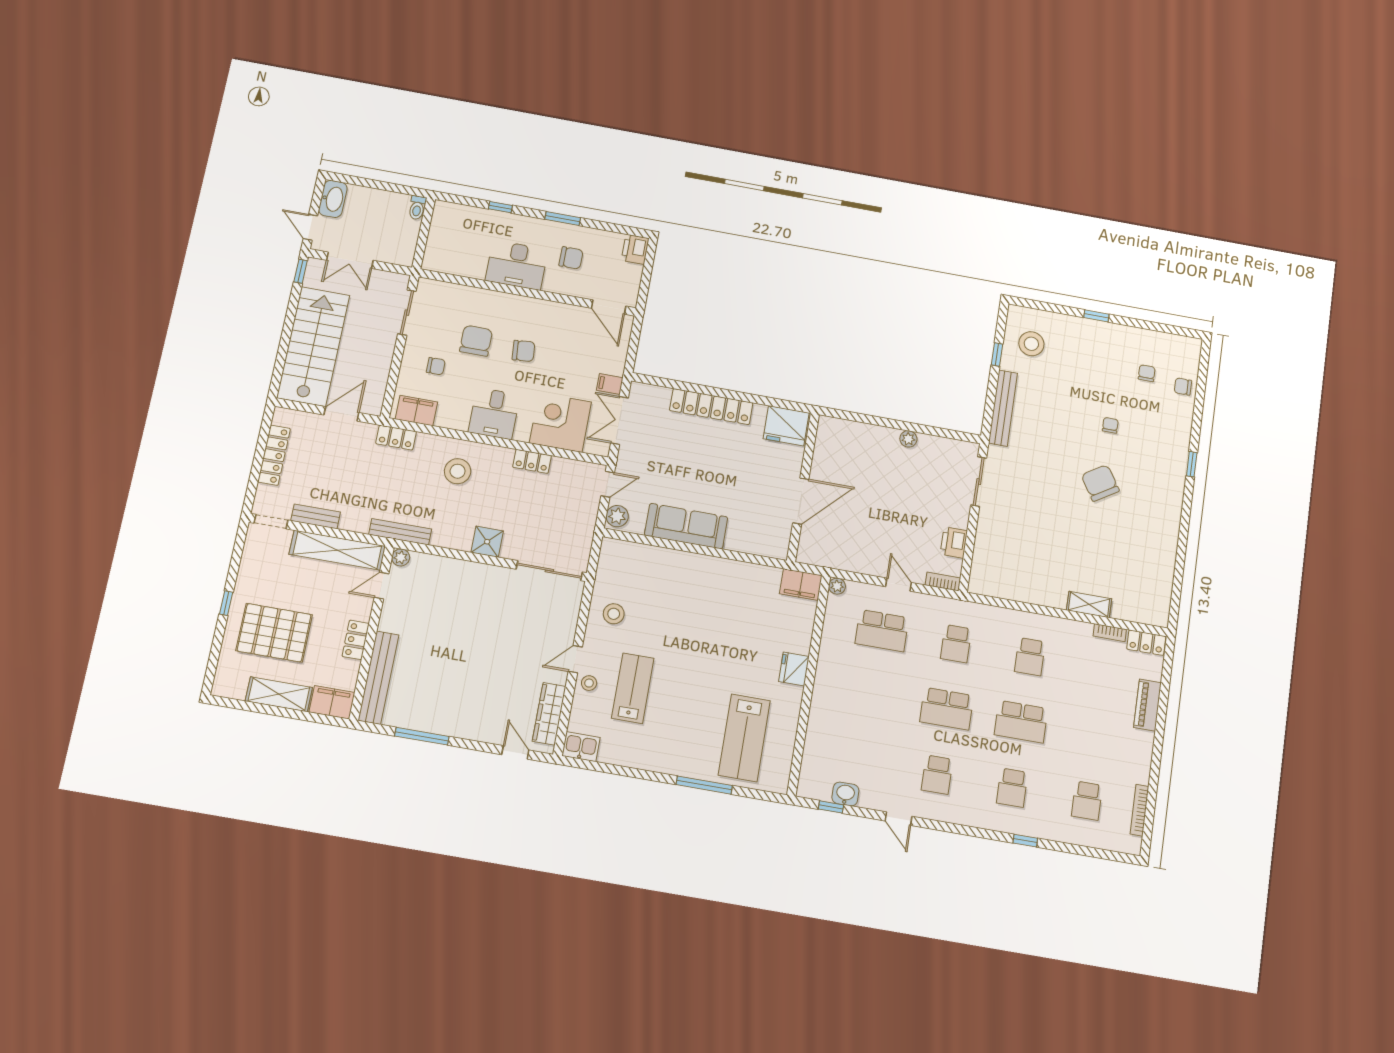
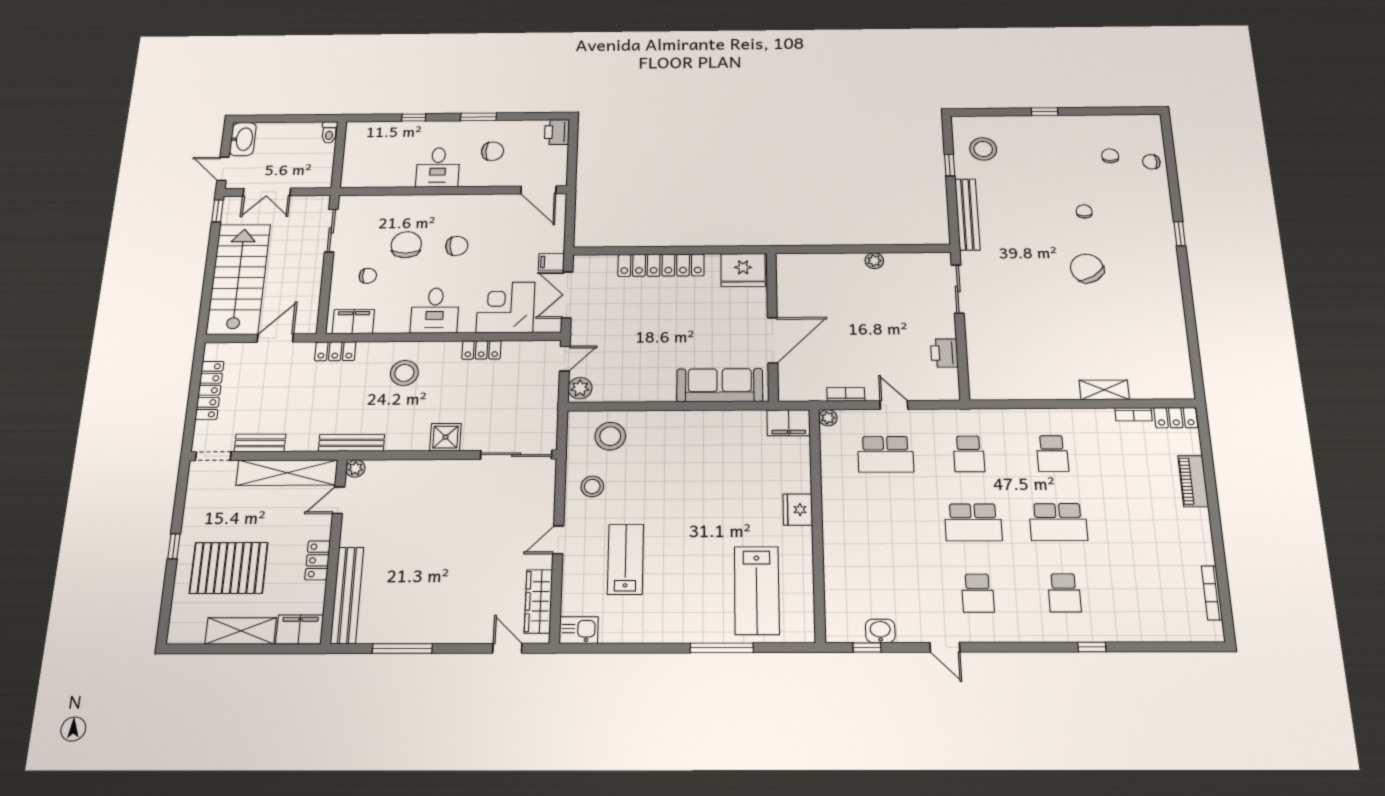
desk: (517, 265) -> (438, 167), width x0.73
sofa: (686, 526) -> (720, 385), moved
bookcase: (943, 582) -> (846, 394), moved
stool: (589, 683) -> (610, 436), moved, width x1.89, depth x1.89
school desk: (1087, 801) -> (1151, 593), removed

